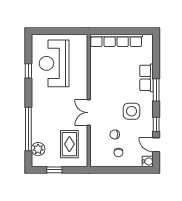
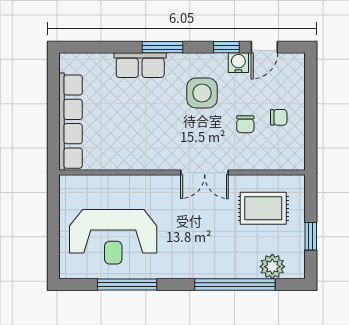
window: (28, 71) -> (127, 285), width x2.17
water cooler: (148, 161) -> (238, 63), moved

